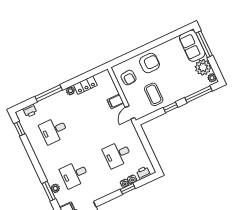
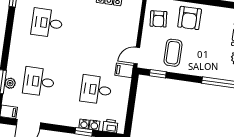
armchair: (149, 63) -> (190, 18), turned 90
filing cabinet: (115, 101) -> (124, 70), moved
window: (170, 107) -> (158, 74), moved

